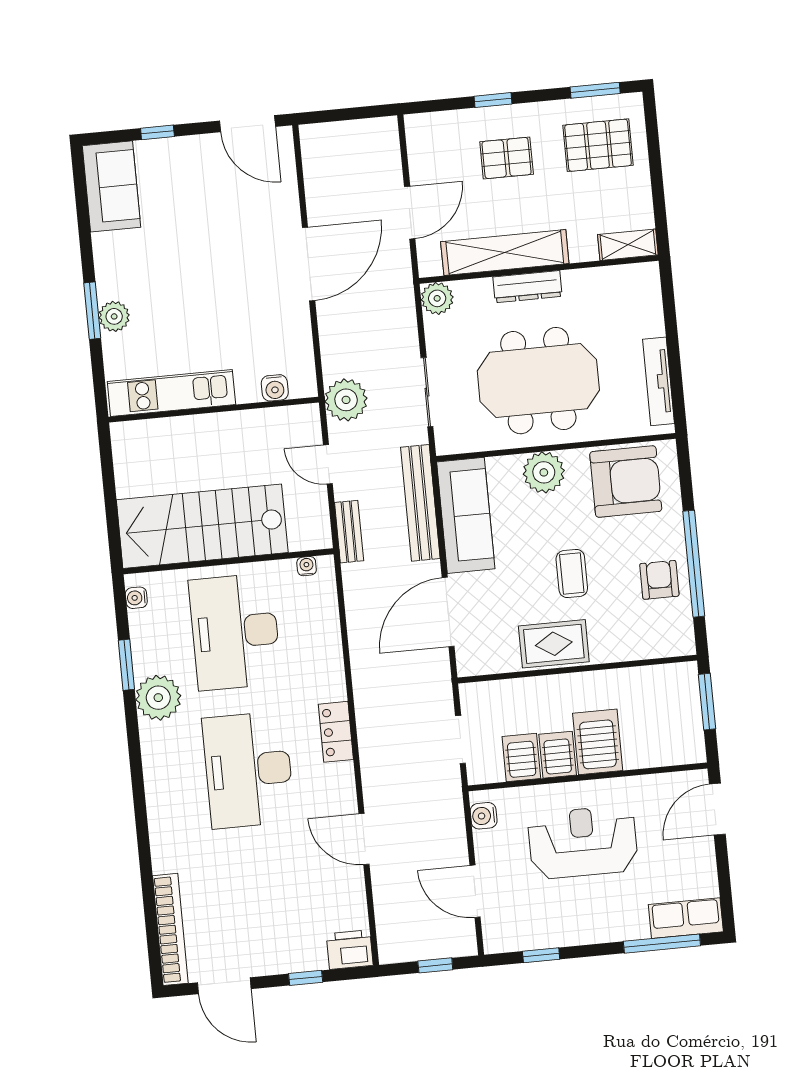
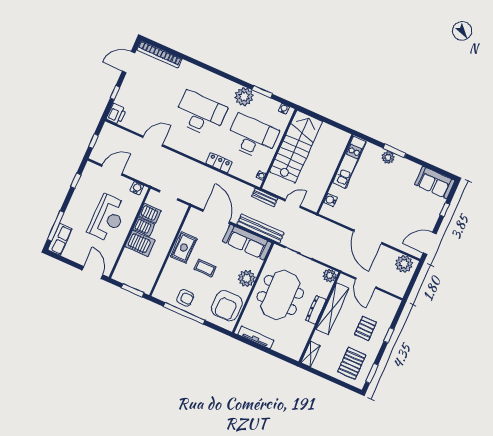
plant: (346, 400) -> (404, 264), moved
locker: (336, 732) -> (219, 163), moved

